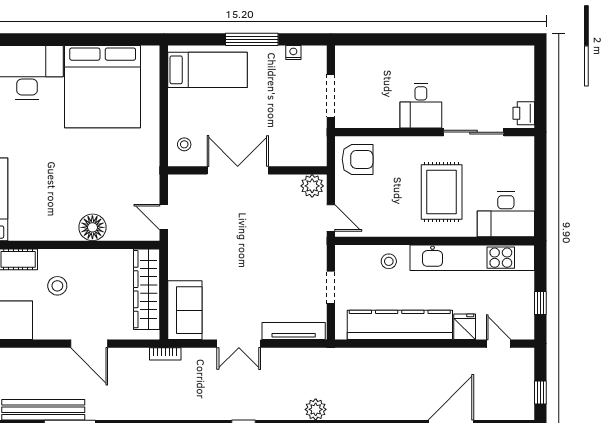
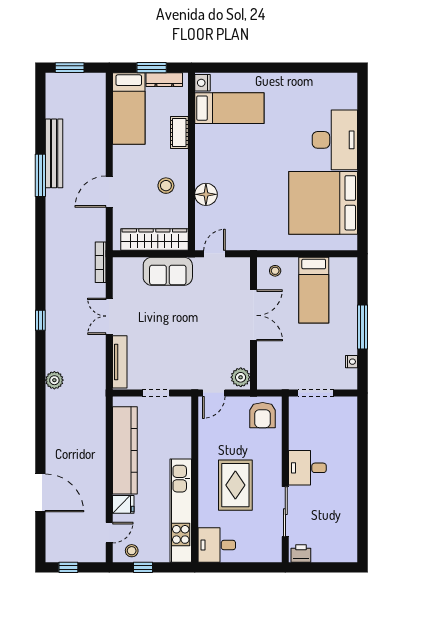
bed: (207, 70) -> (314, 290), moved
rug: (442, 192) -> (235, 485), turned 90
desk: (506, 214) -> (217, 545), width x0.73
stool: (389, 261) -> (132, 551), moved
stool: (57, 286) -> (166, 186), moved
sofa: (185, 310) -> (168, 271), moved
bookcase: (165, 354) -> (101, 262), width x1.56

